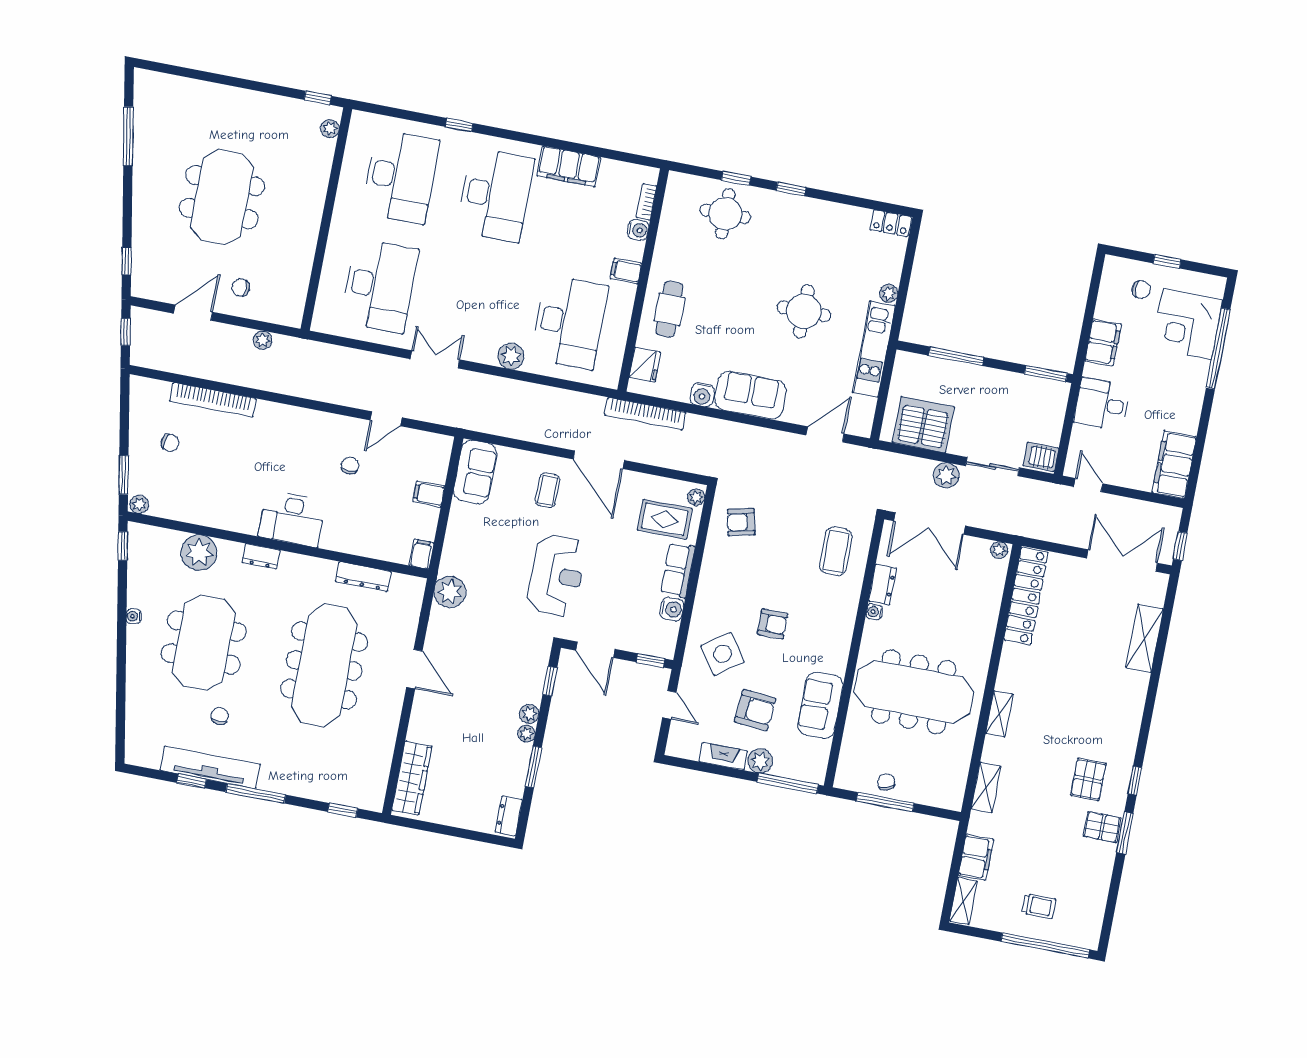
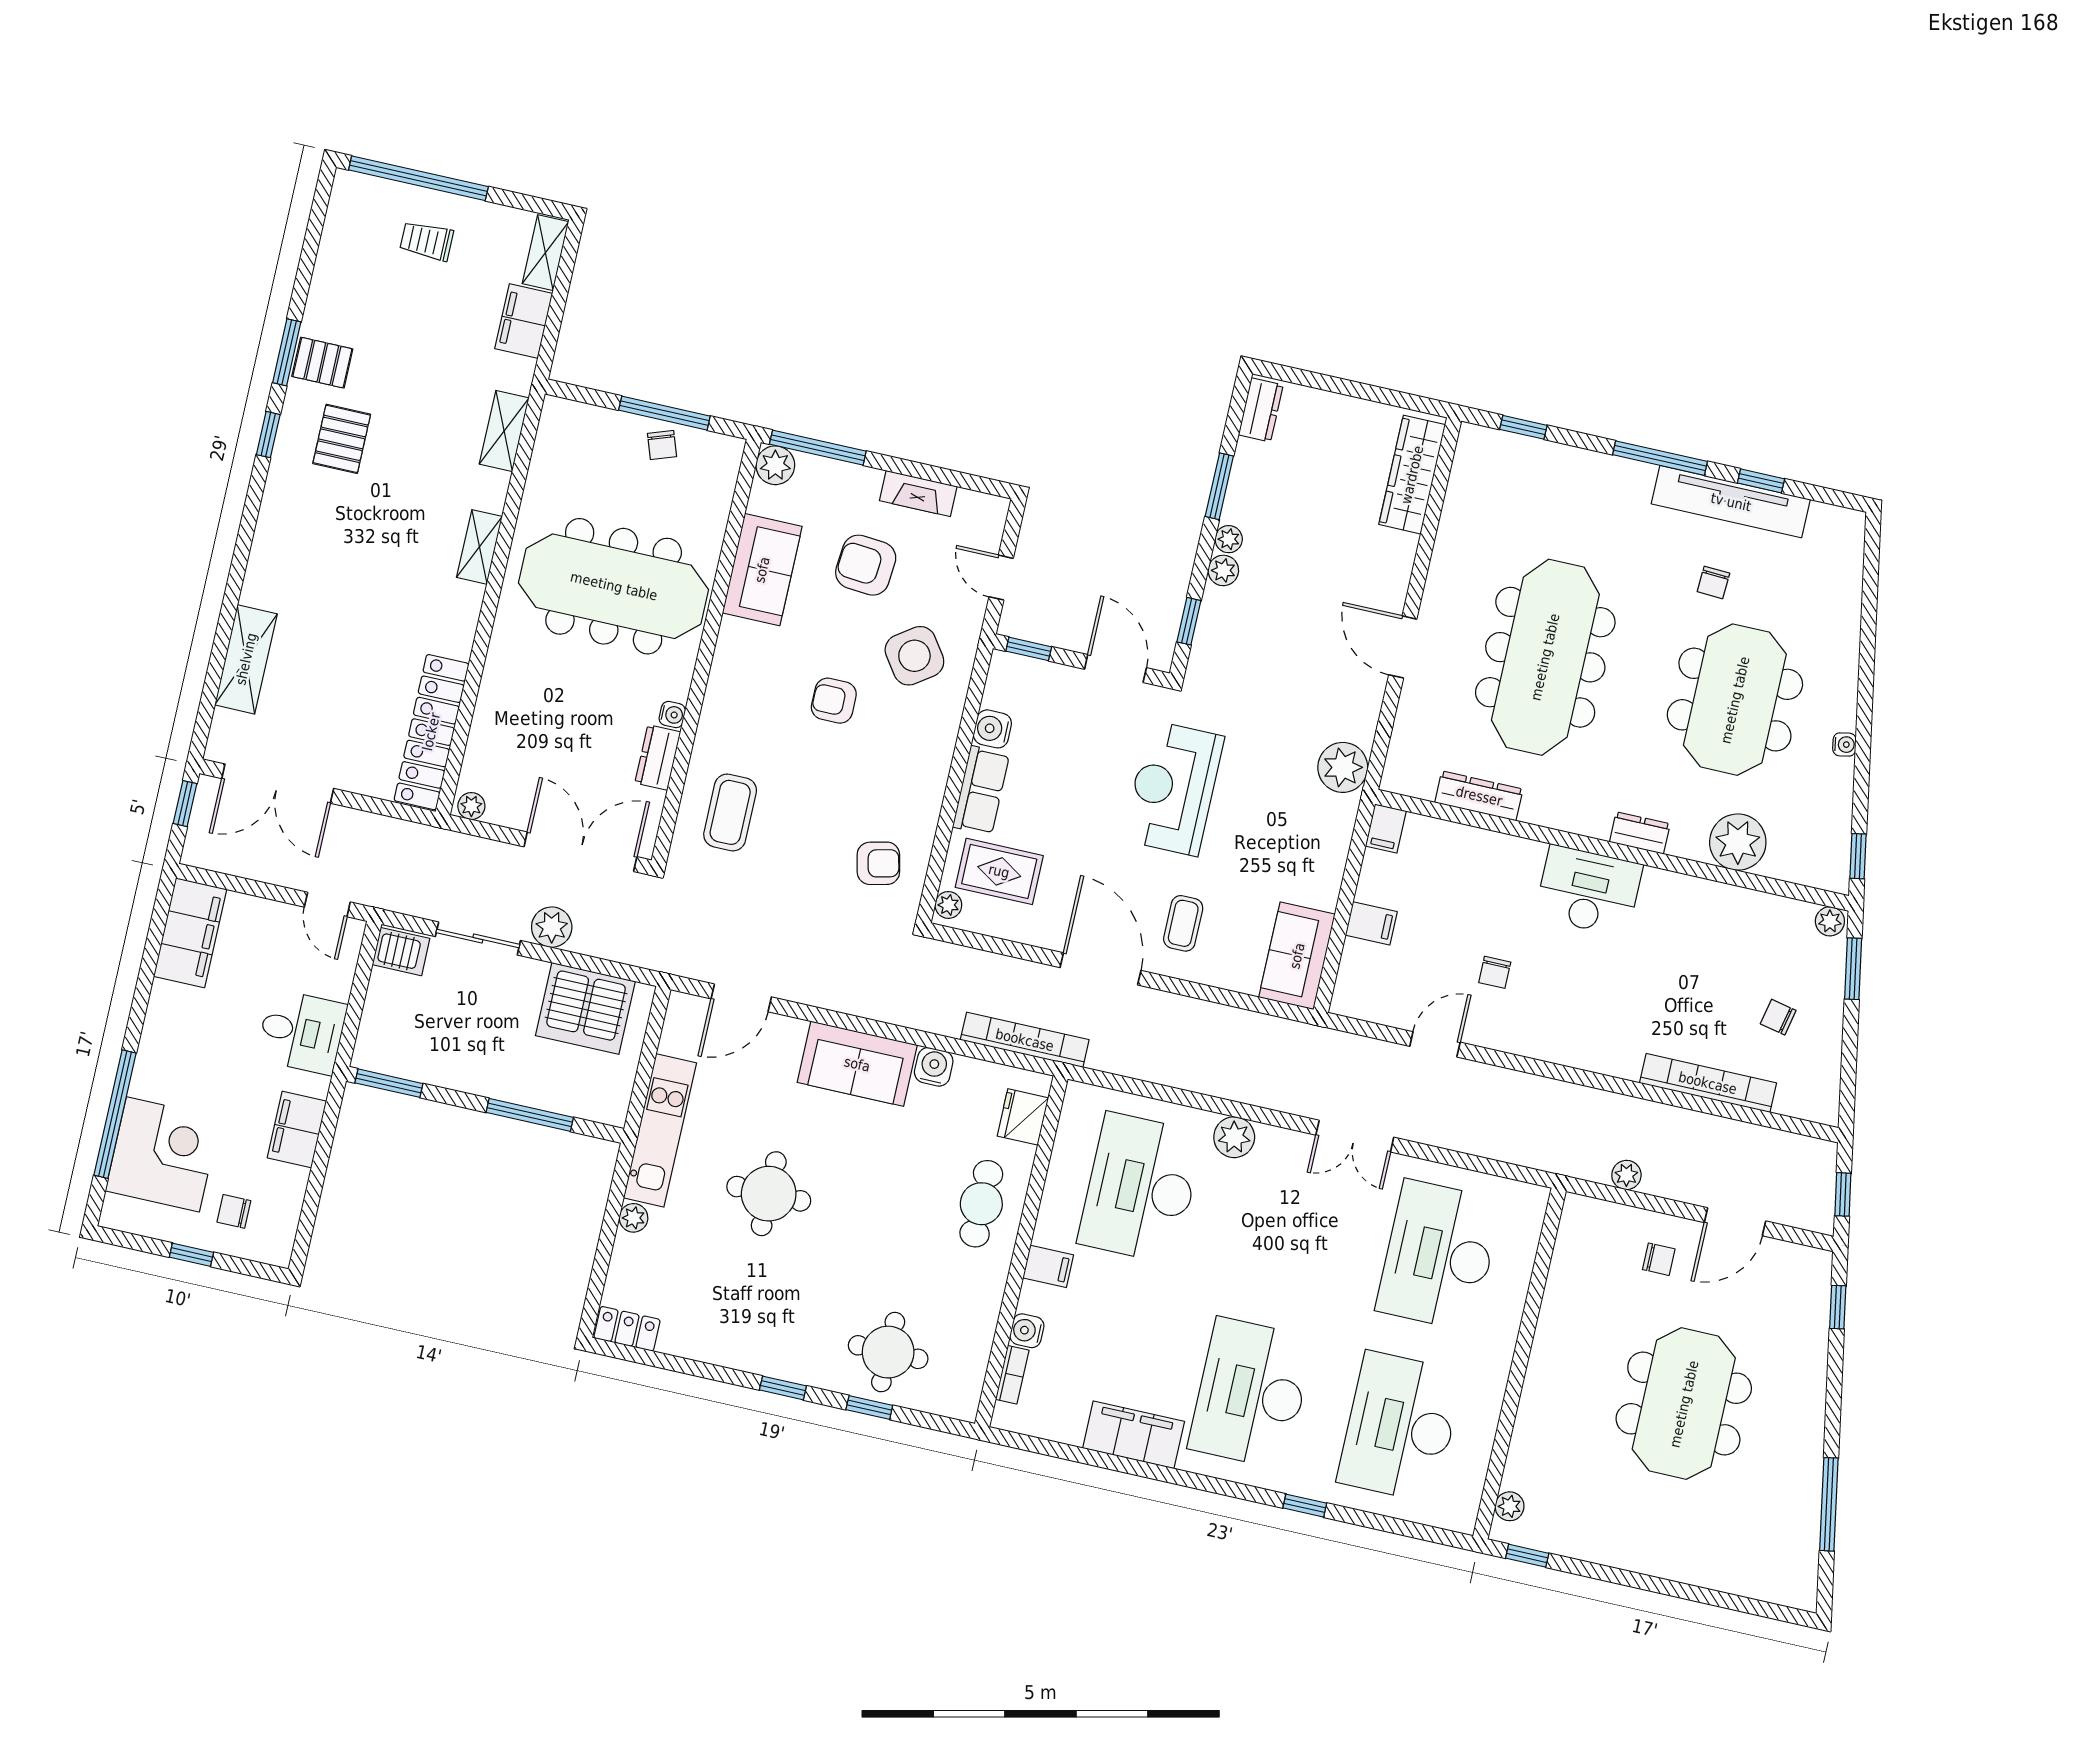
plant: (760, 761) -> (775, 465), moved

